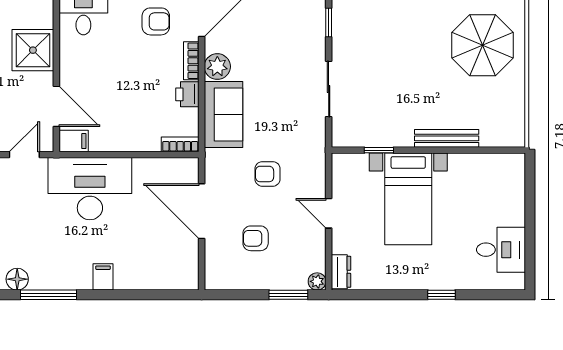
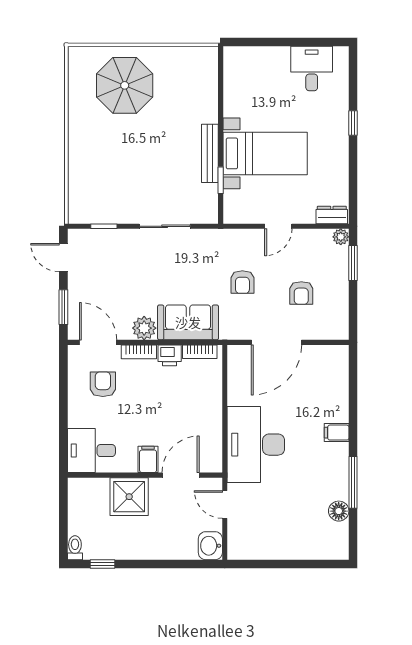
bench: (447, 138) -> (210, 153), moved
filing cabinet: (74, 141) -> (148, 459), moved
bookcase: (180, 144) -> (200, 352), moved, turned -90

